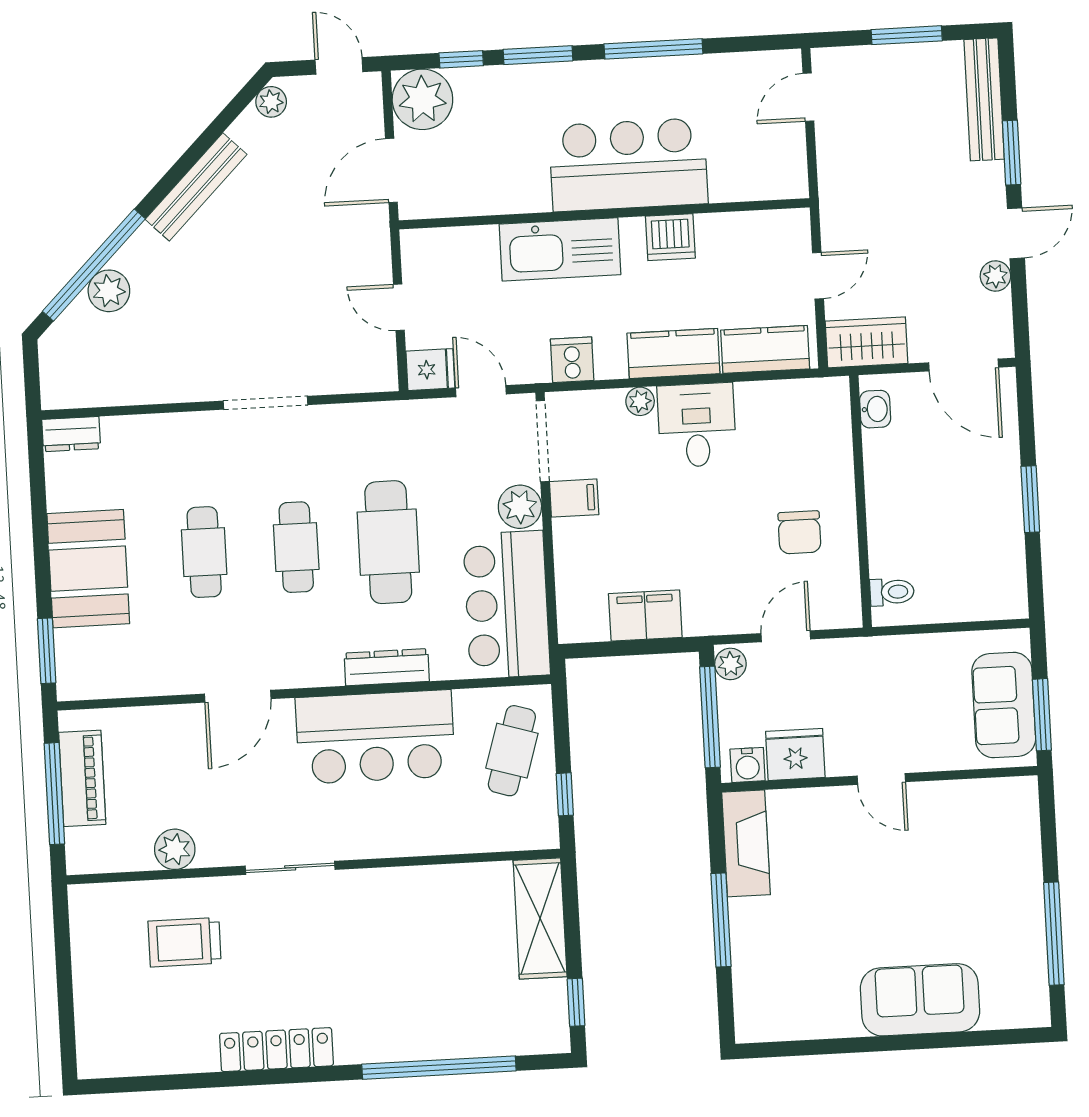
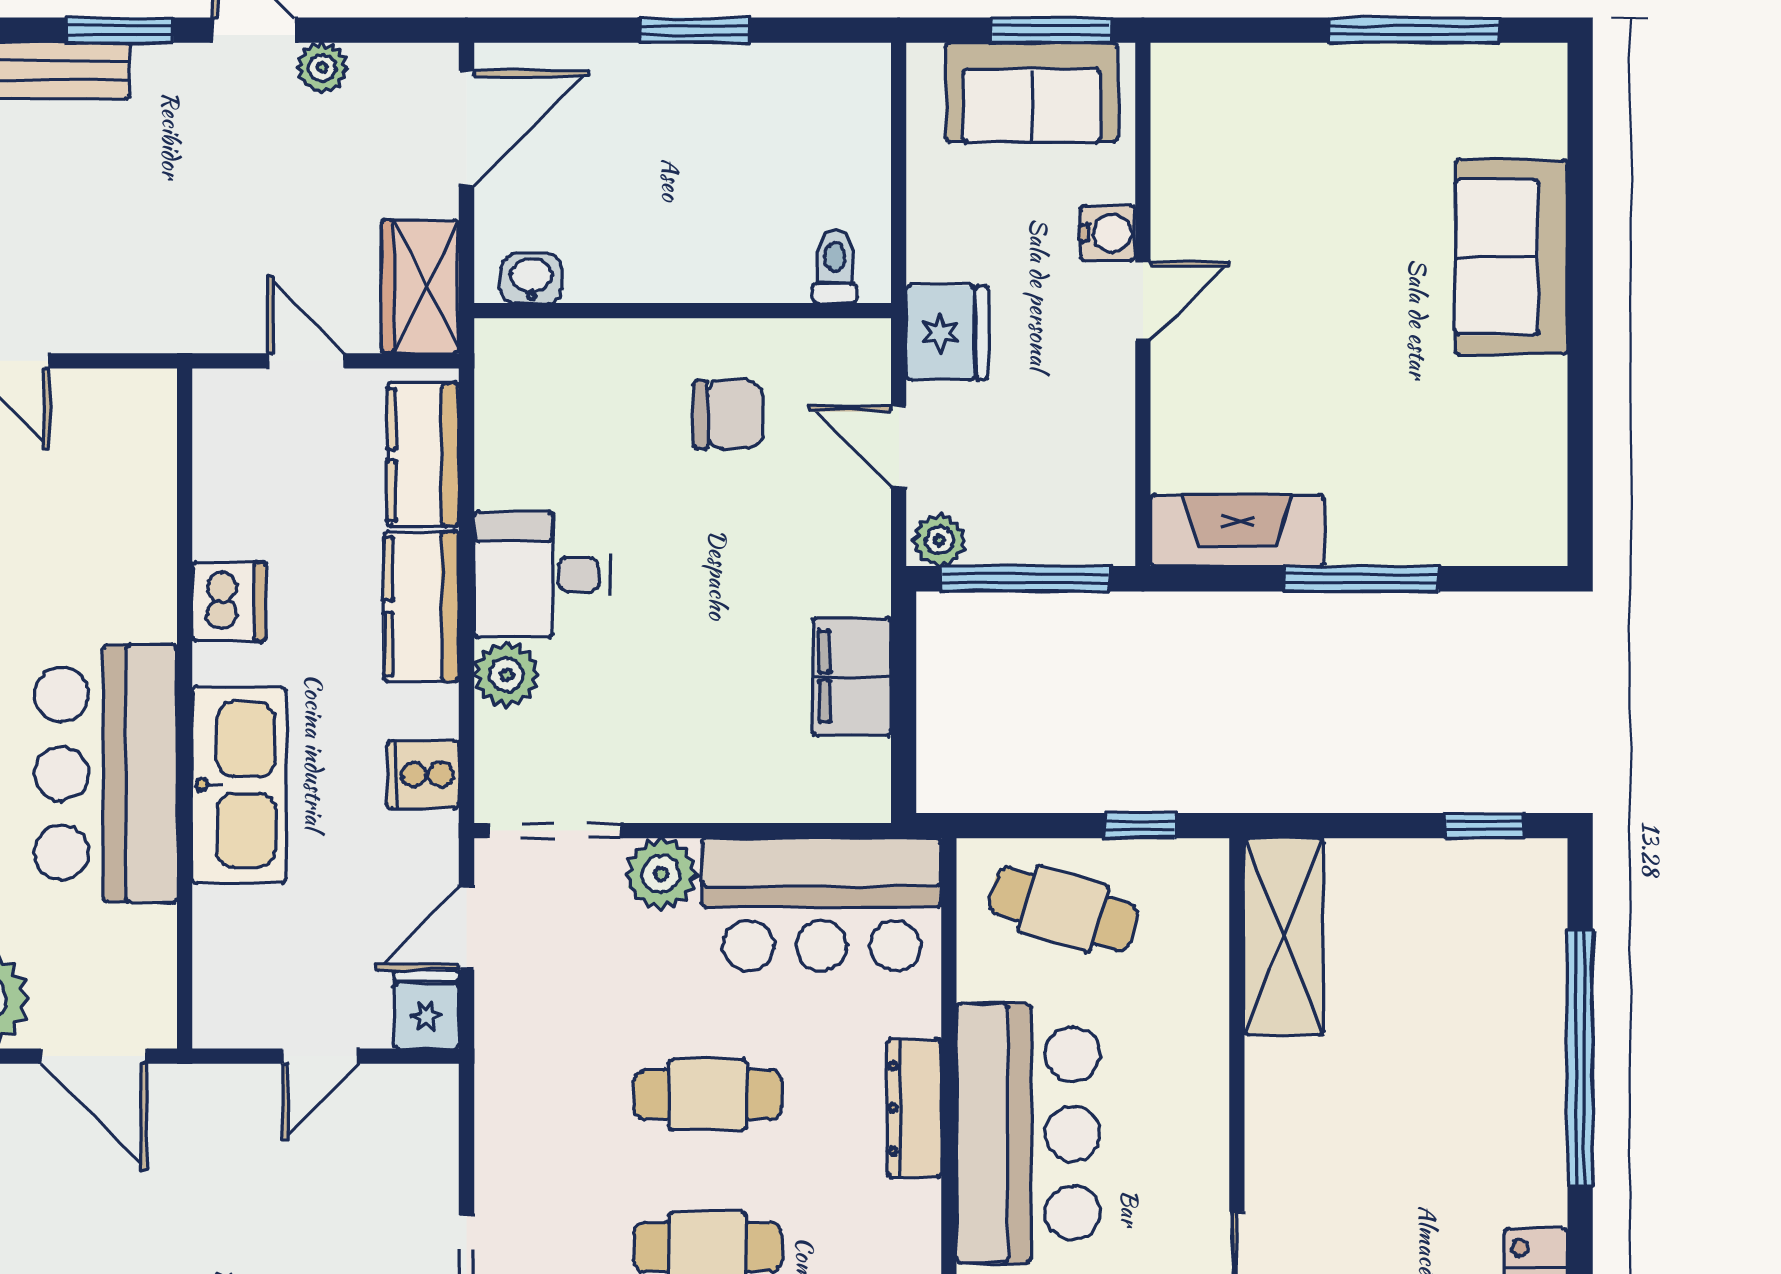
bar counter: (628, 165) -> (106, 773), moved
plant: (640, 401) -> (506, 675), width x1.38, depth x1.38
filing cabinet: (574, 498) -> (651, 784), removed
cafe table: (388, 542) -> (708, 1095), width x0.73, depth x0.74
fridge: (795, 754) -> (947, 333), moved, turned 180
water cooler: (748, 765) -> (1108, 233), moved
shelving: (540, 918) -> (1284, 937), moved, turned 90

